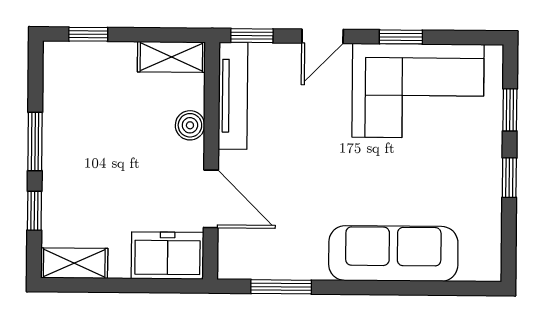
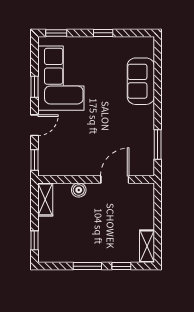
door: (323, 36) -> (34, 125), hinge flipped
tv unit: (233, 96) -> (64, 169), removed
window: (510, 110) -> (56, 33), moved
sofa: (393, 254) -> (141, 81), width x0.73
freezer: (167, 256) -> (143, 201), removed

